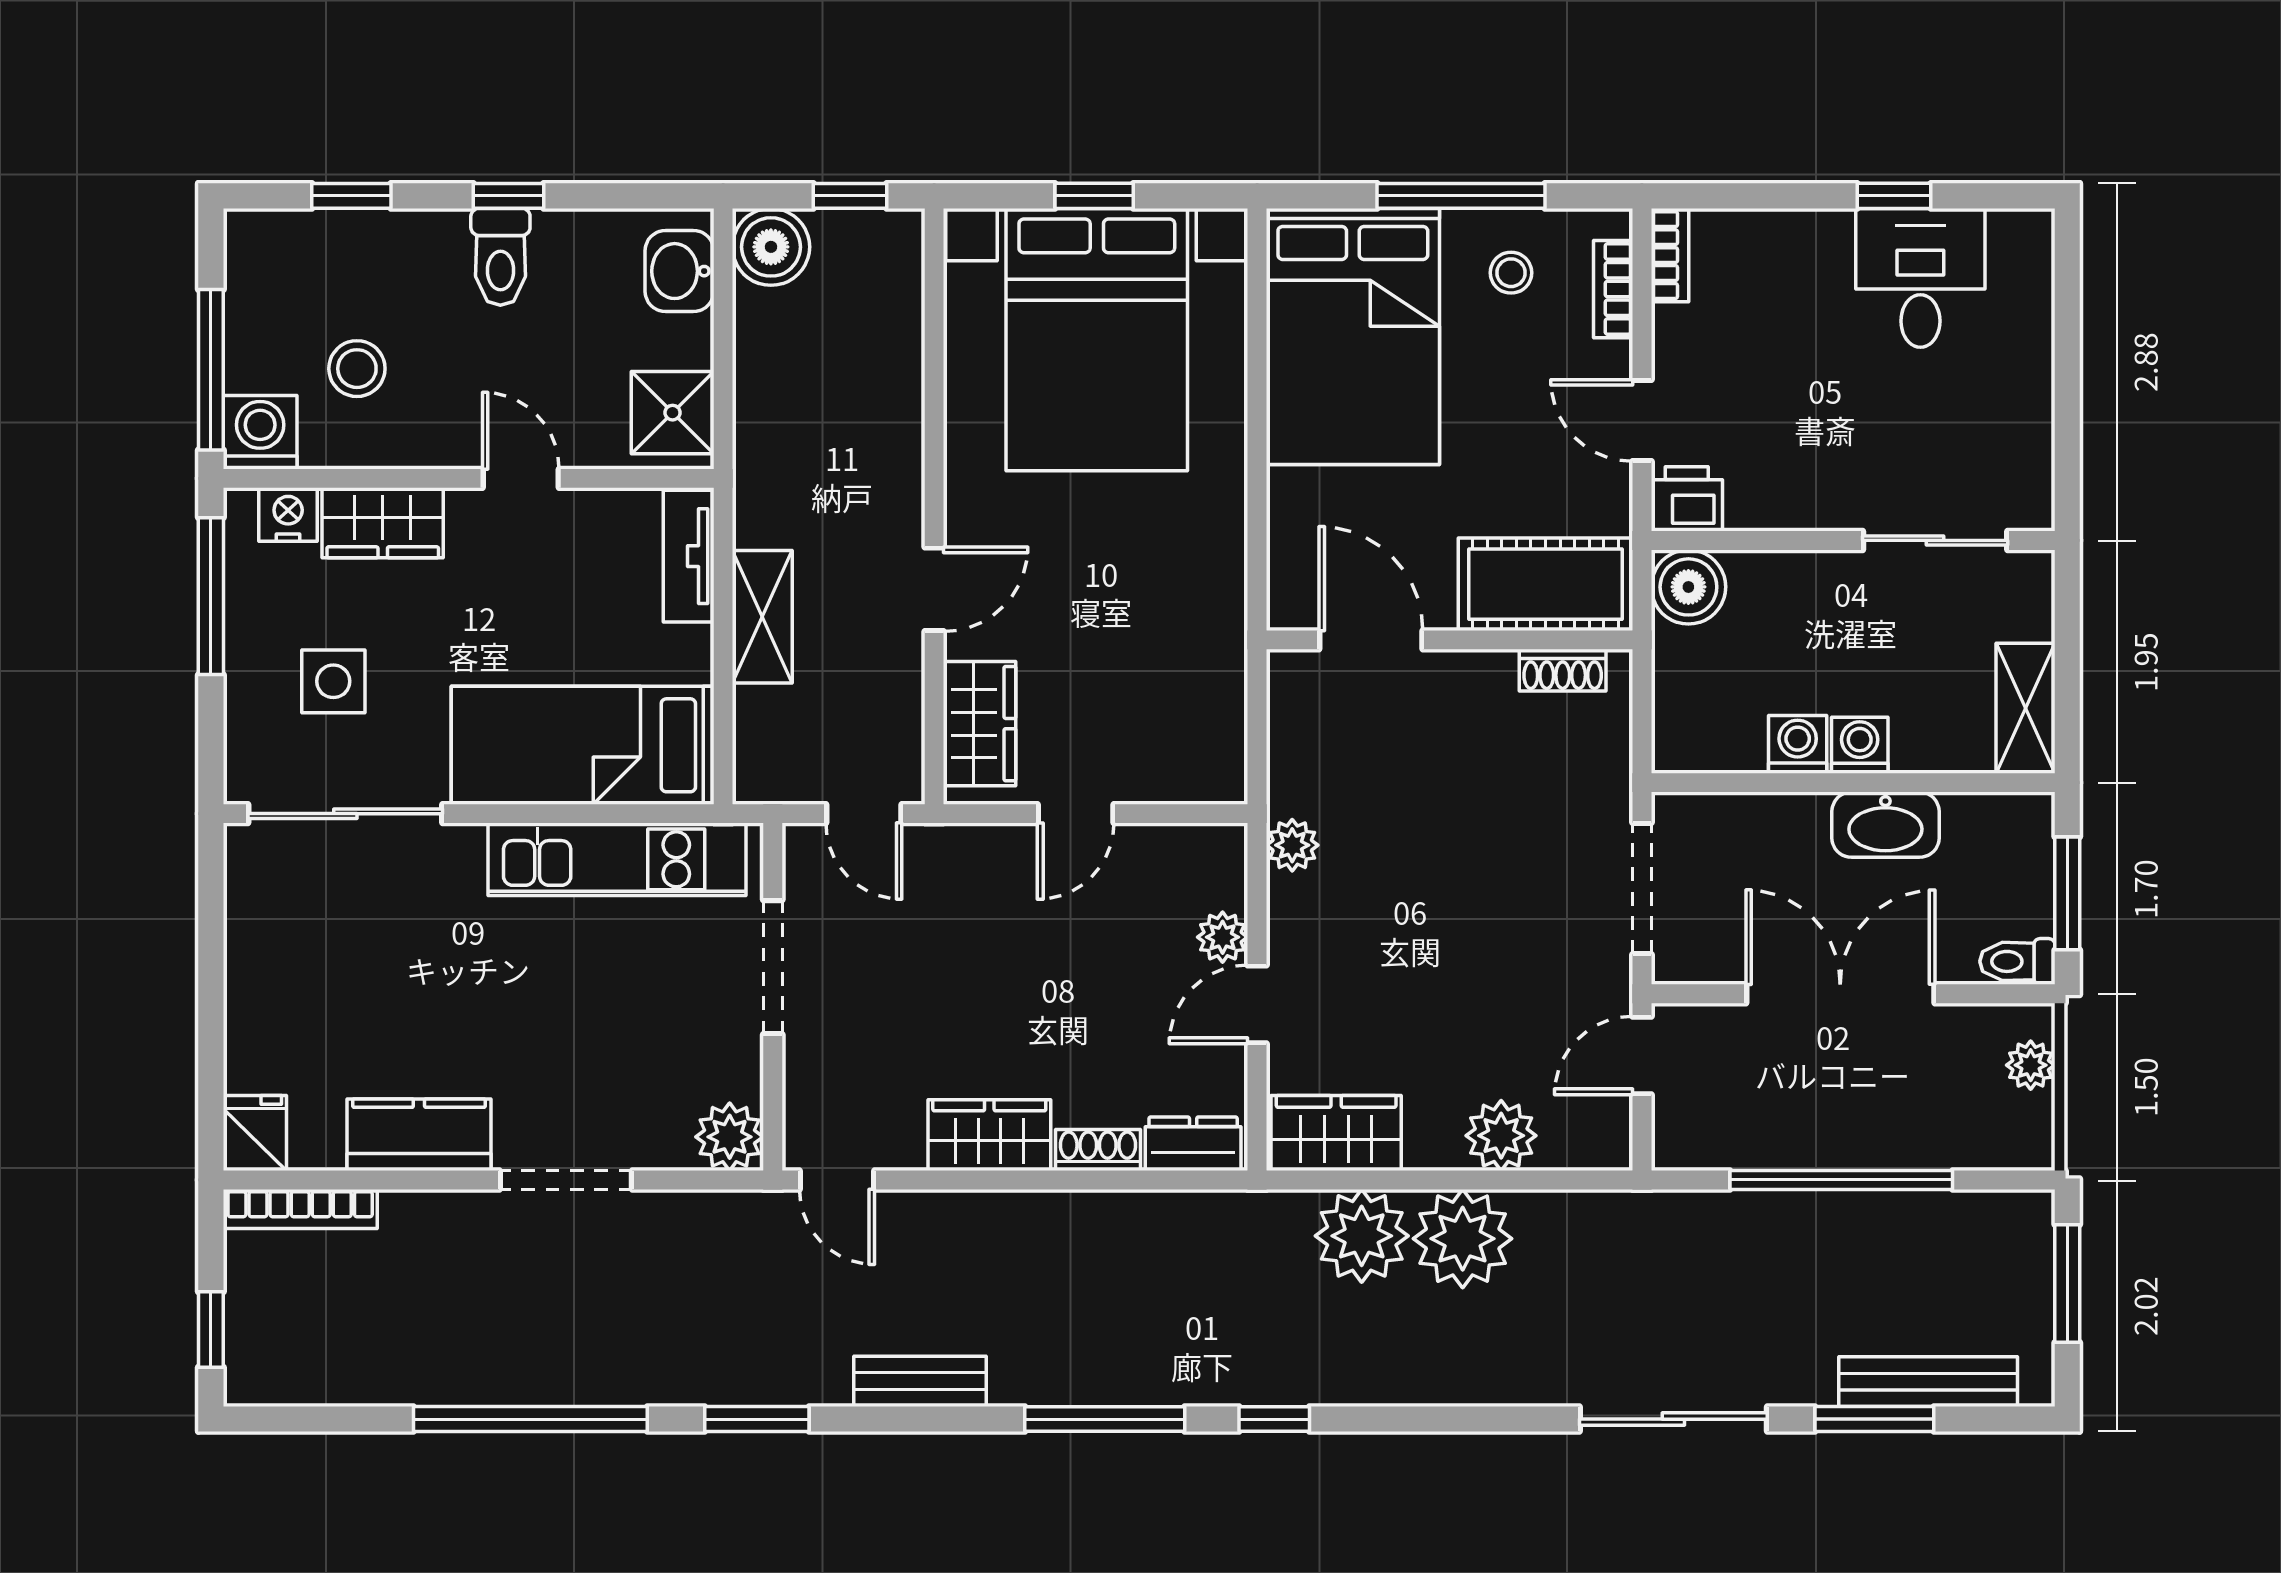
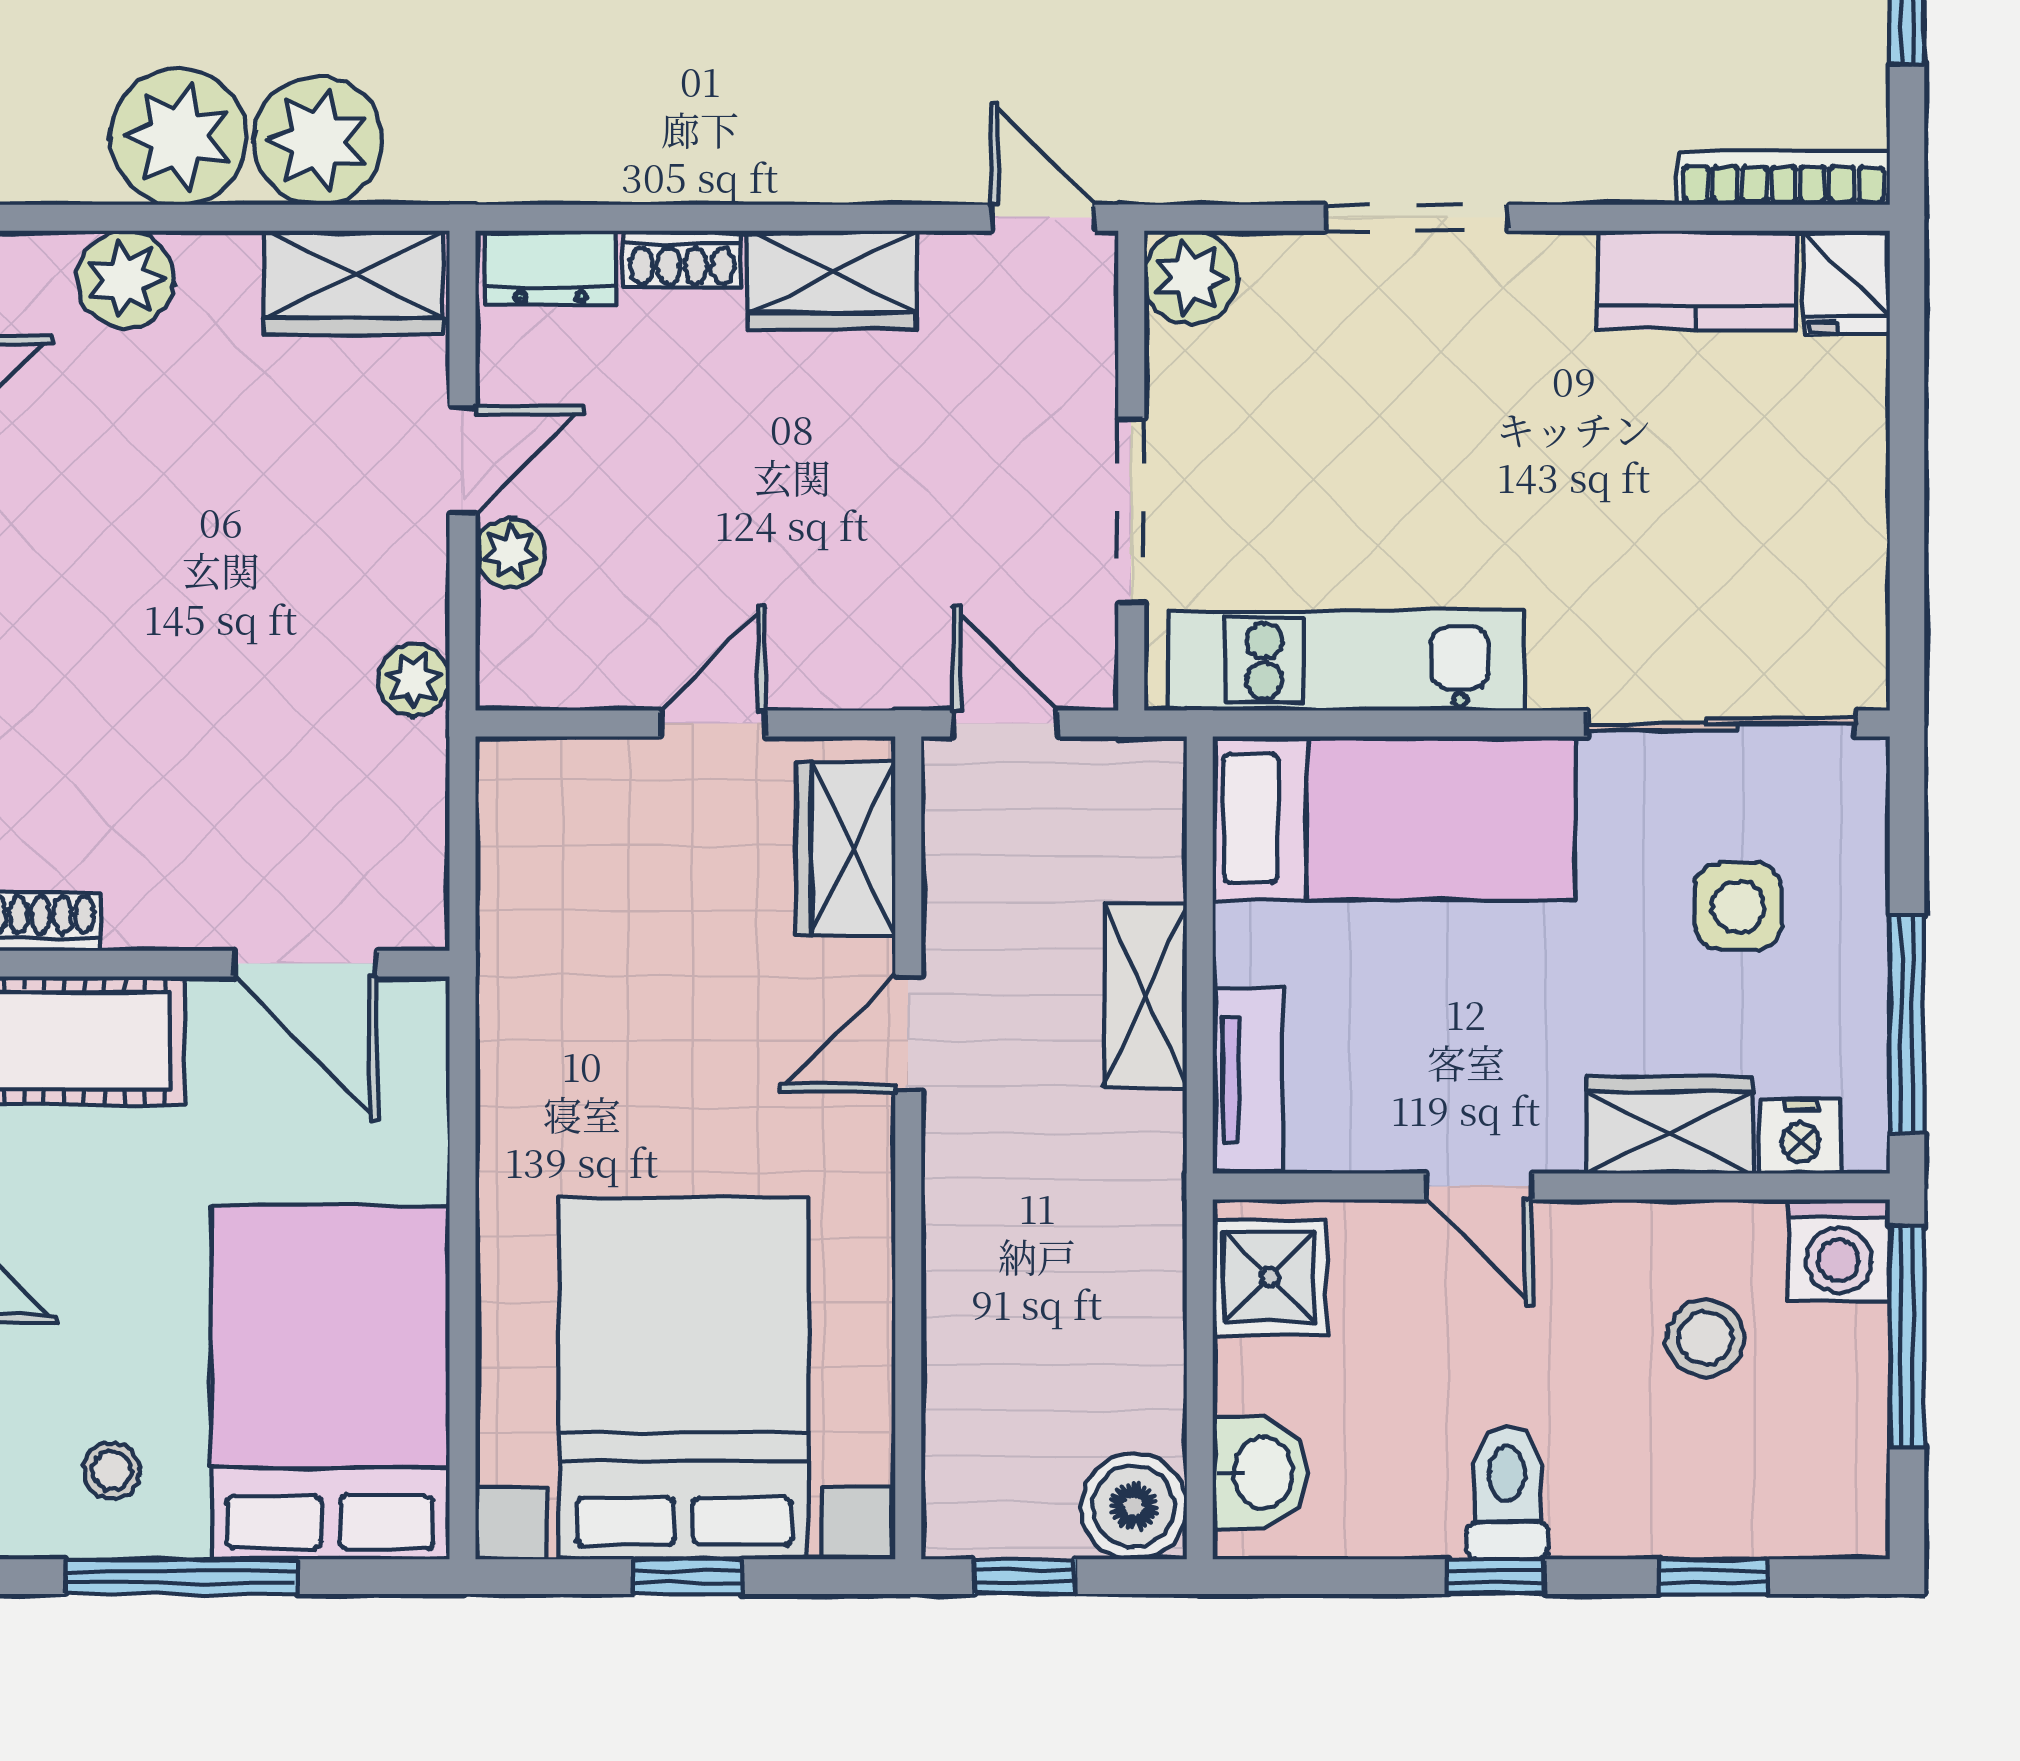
kitchen counter: (419, 1135) -> (1697, 280), moved

